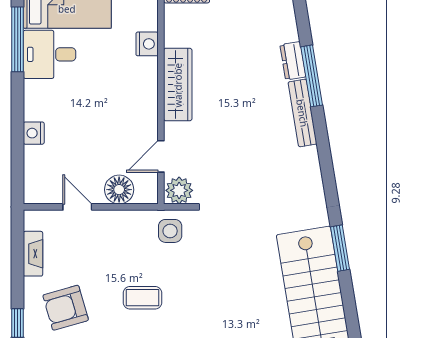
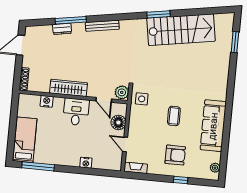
desk: (49, 54) -> (76, 112), moved, turned 180
bench: (302, 113) -> (102, 26), moved
door: (77, 207) -> (125, 144), hinge flipped
fireplace: (33, 254) -> (136, 168), moved
armchair: (66, 308) -> (175, 155), turned -74

